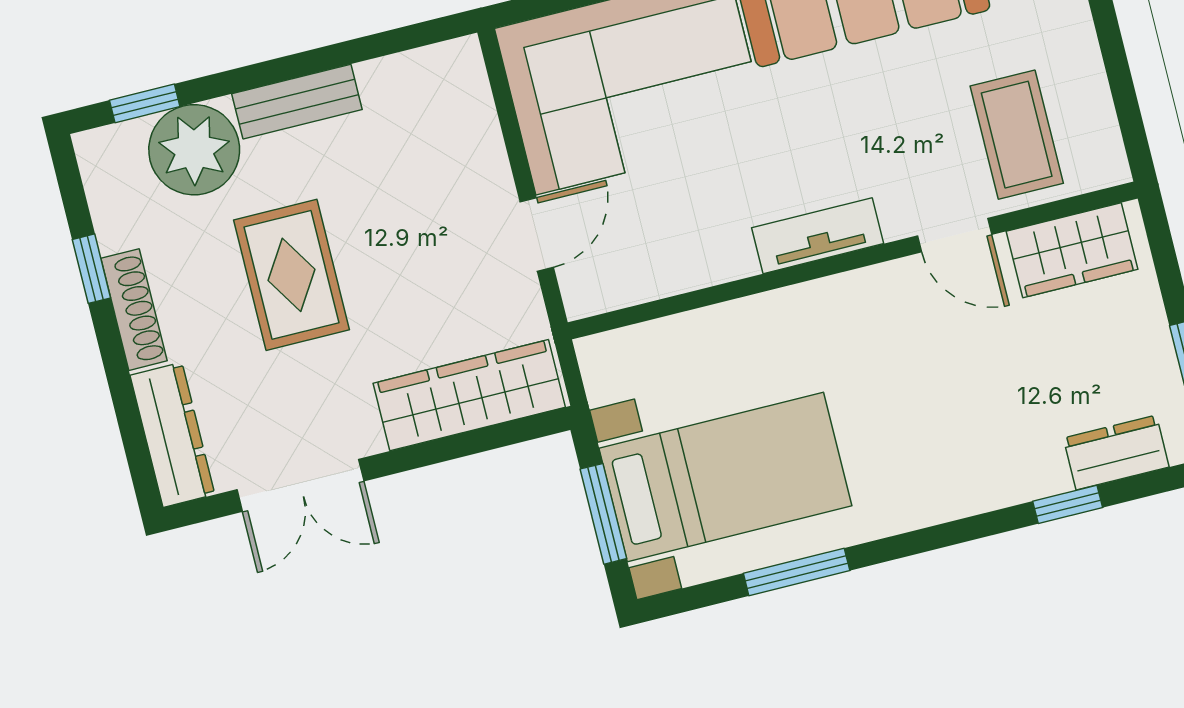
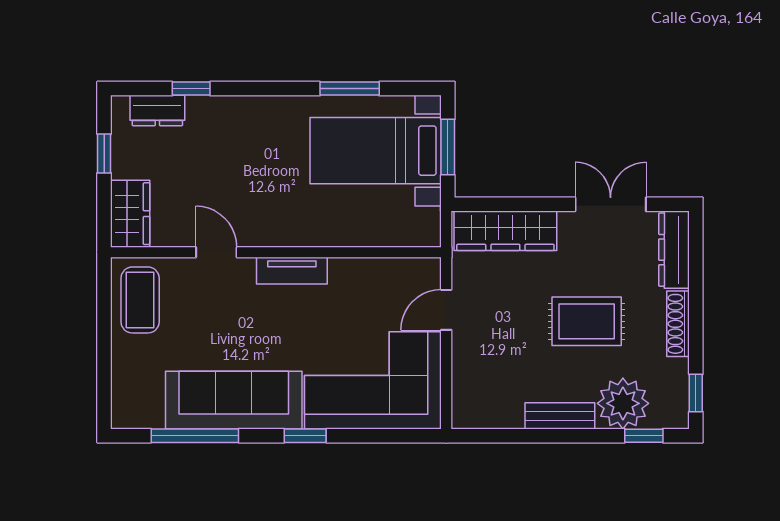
coffee table: (1017, 135) -> (140, 300), moved
wardrobe: (1072, 250) -> (130, 214), moved, turned 90
window: (91, 269) -> (696, 393), moved
rug: (291, 275) -> (587, 321), turned 90

